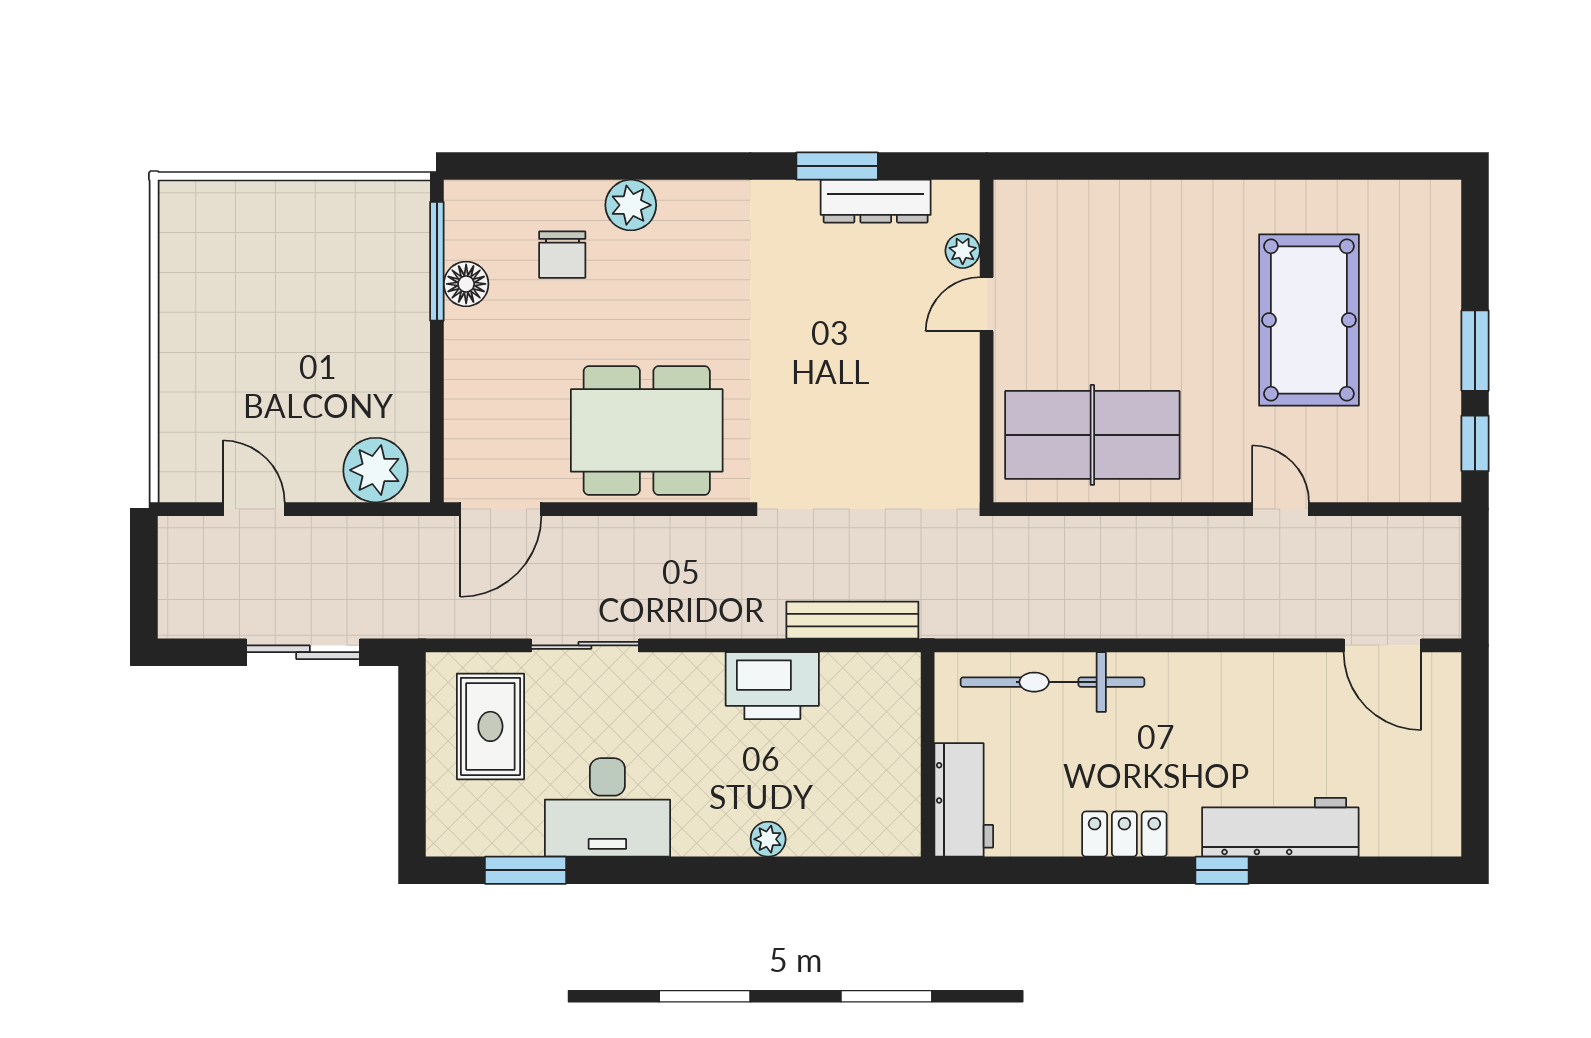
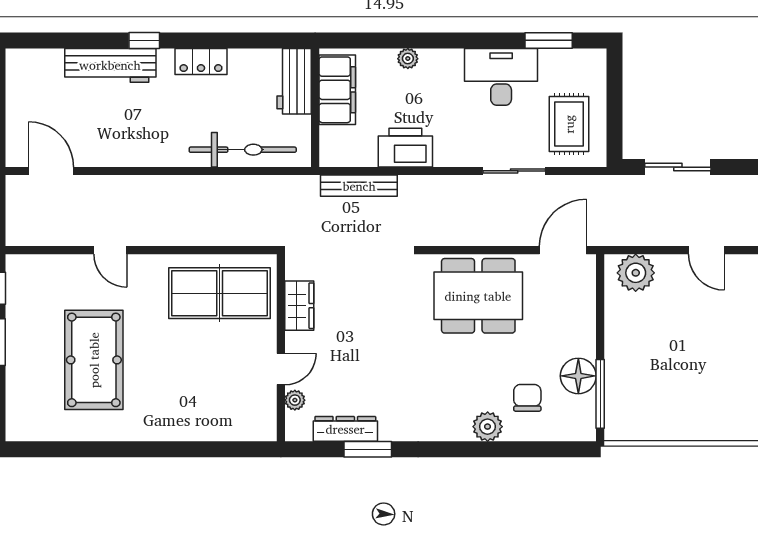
floor lamp: (466, 284) -> (578, 376), width x1.38, depth x1.38
wardrobe: (955, 413) -> (299, 306), added
filing cabinet: (890, 785) -> (337, 90), added

